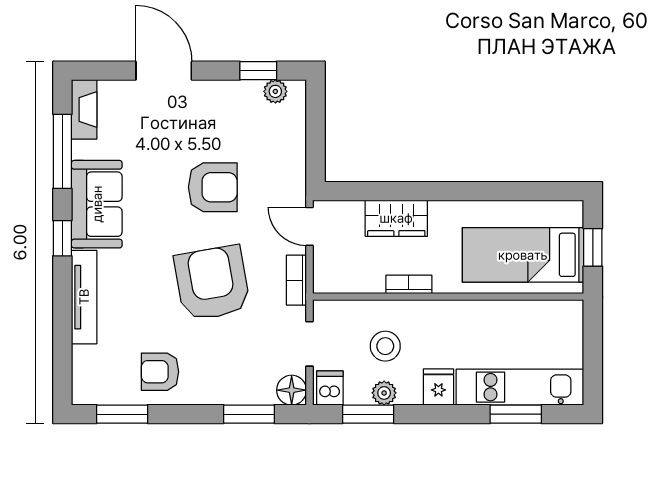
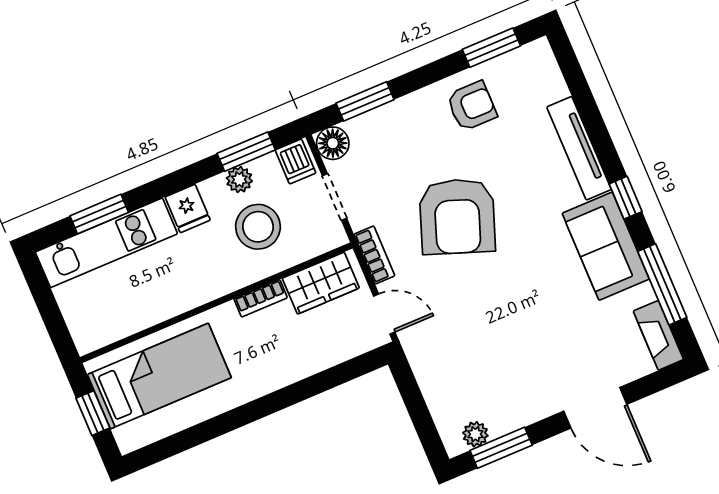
window: (258, 71) -> (501, 448), width x1.50
armchair: (213, 187) -> (497, 312), removed
wardrobe: (396, 218) -> (321, 283), moved, turned 180
armchair: (212, 283) -> (457, 216), turned 30
stool: (385, 346) -> (258, 227), width x1.38, depth x1.38

